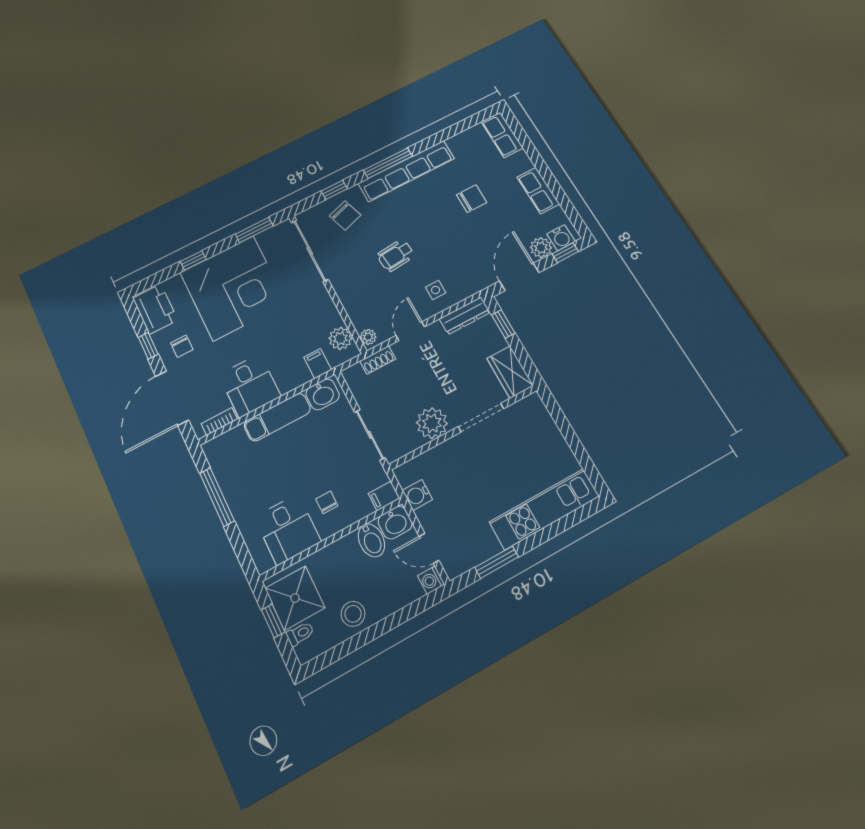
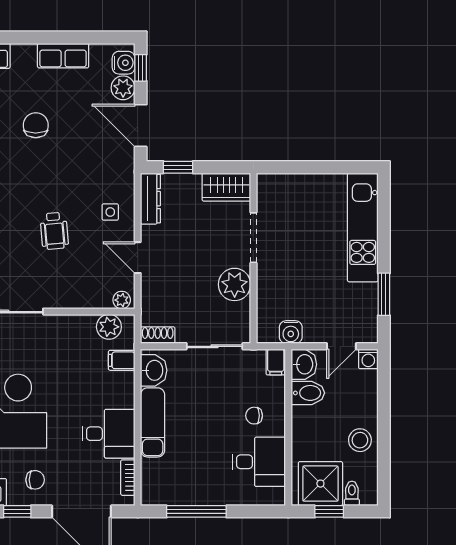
shoe rack: (378, 360) -> (158, 335), moved, turned -90

